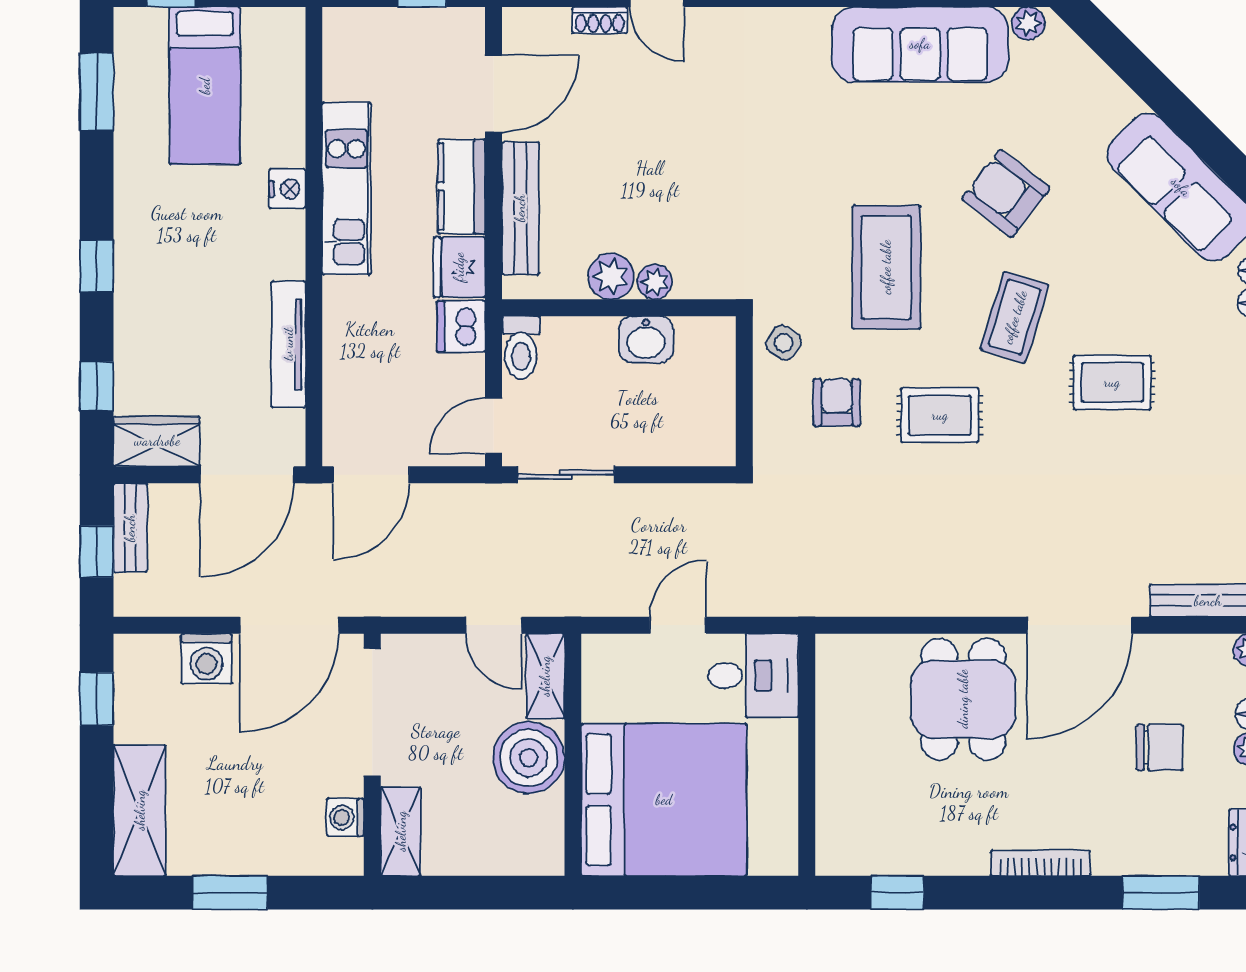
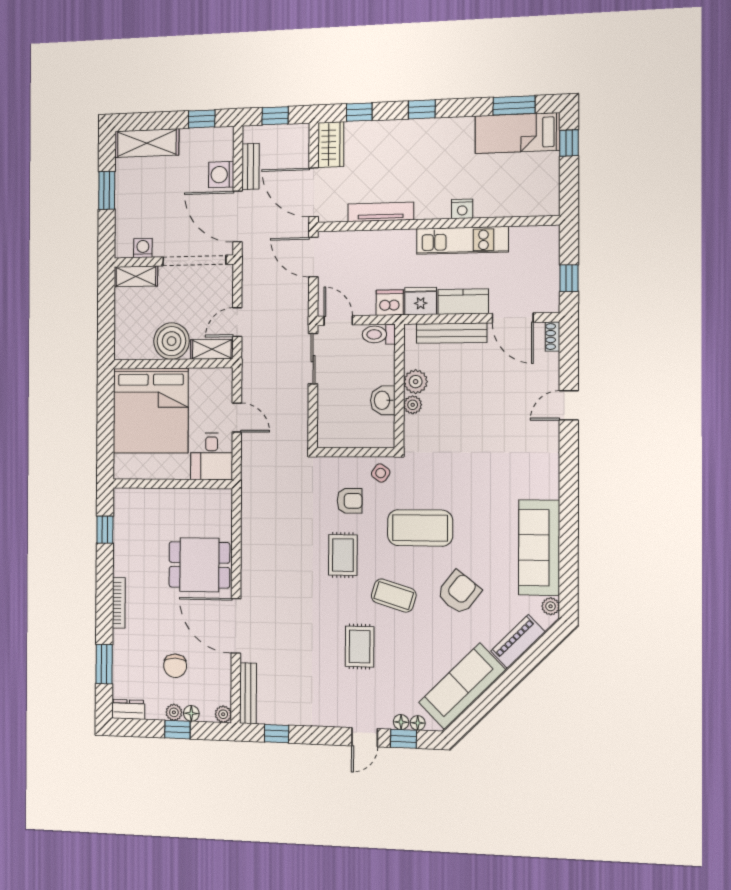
shoe rack: (600, 20) -> (552, 336), moved
piano: (1095, 83) -> (518, 642), added
bed: (205, 86) -> (517, 133), moved
bench: (130, 528) -> (251, 166), moved, turned 90

